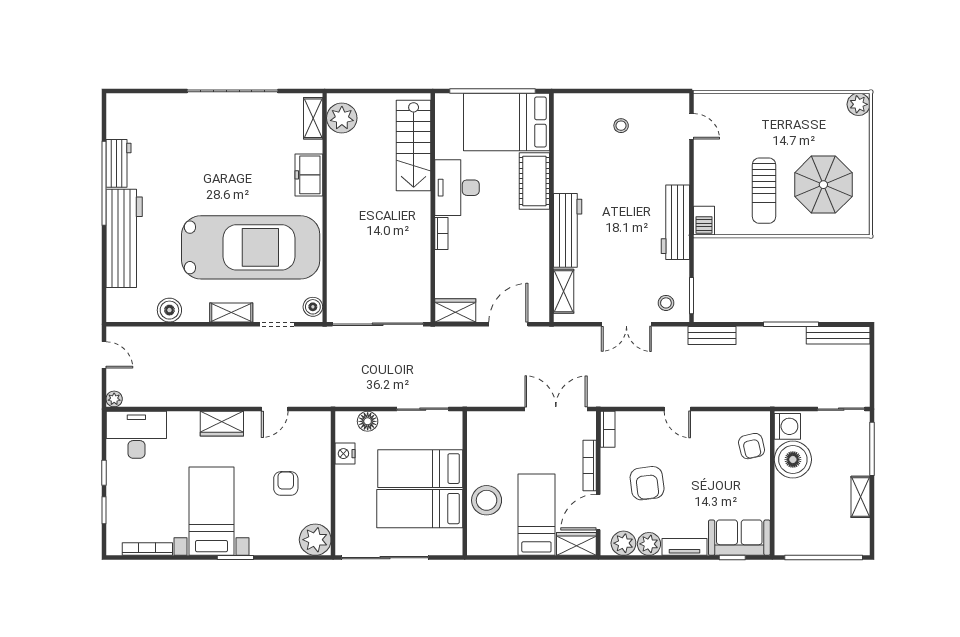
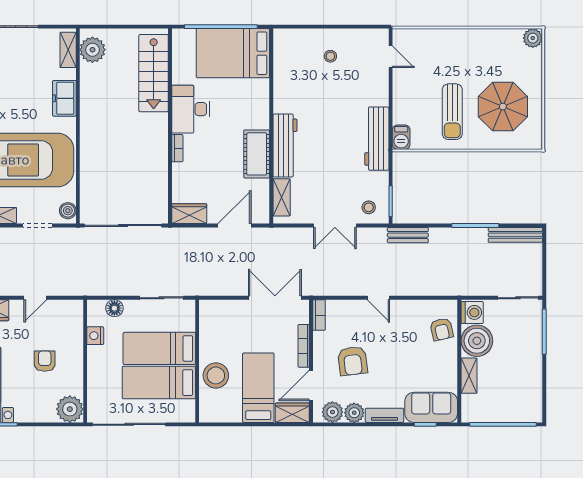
cot: (534, 181) -> (257, 154), moved
shelving: (860, 497) -> (469, 376), moved

